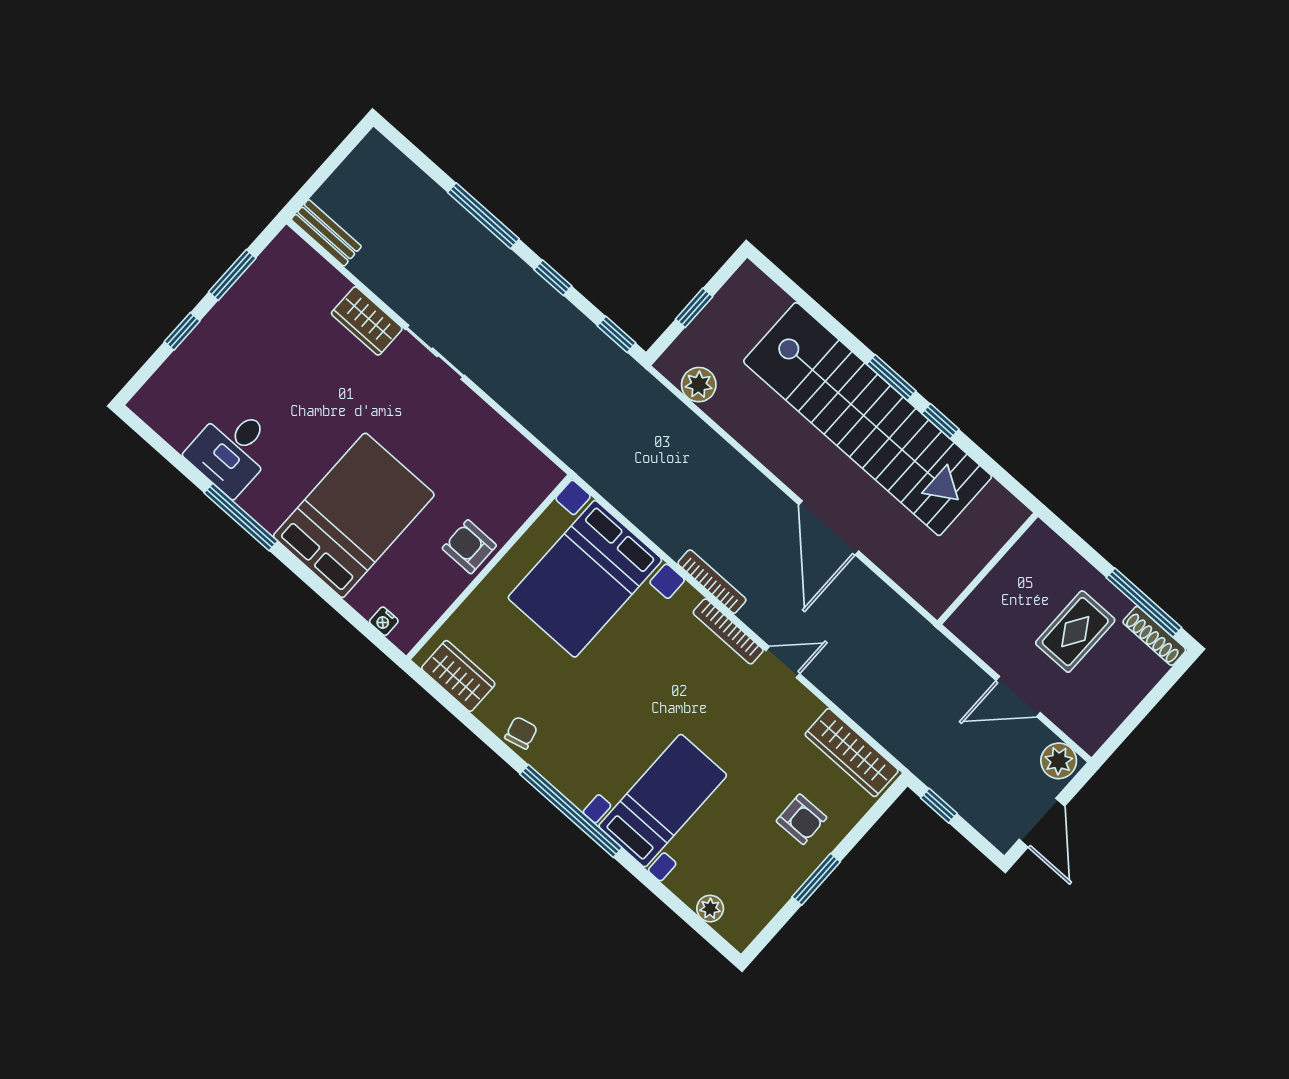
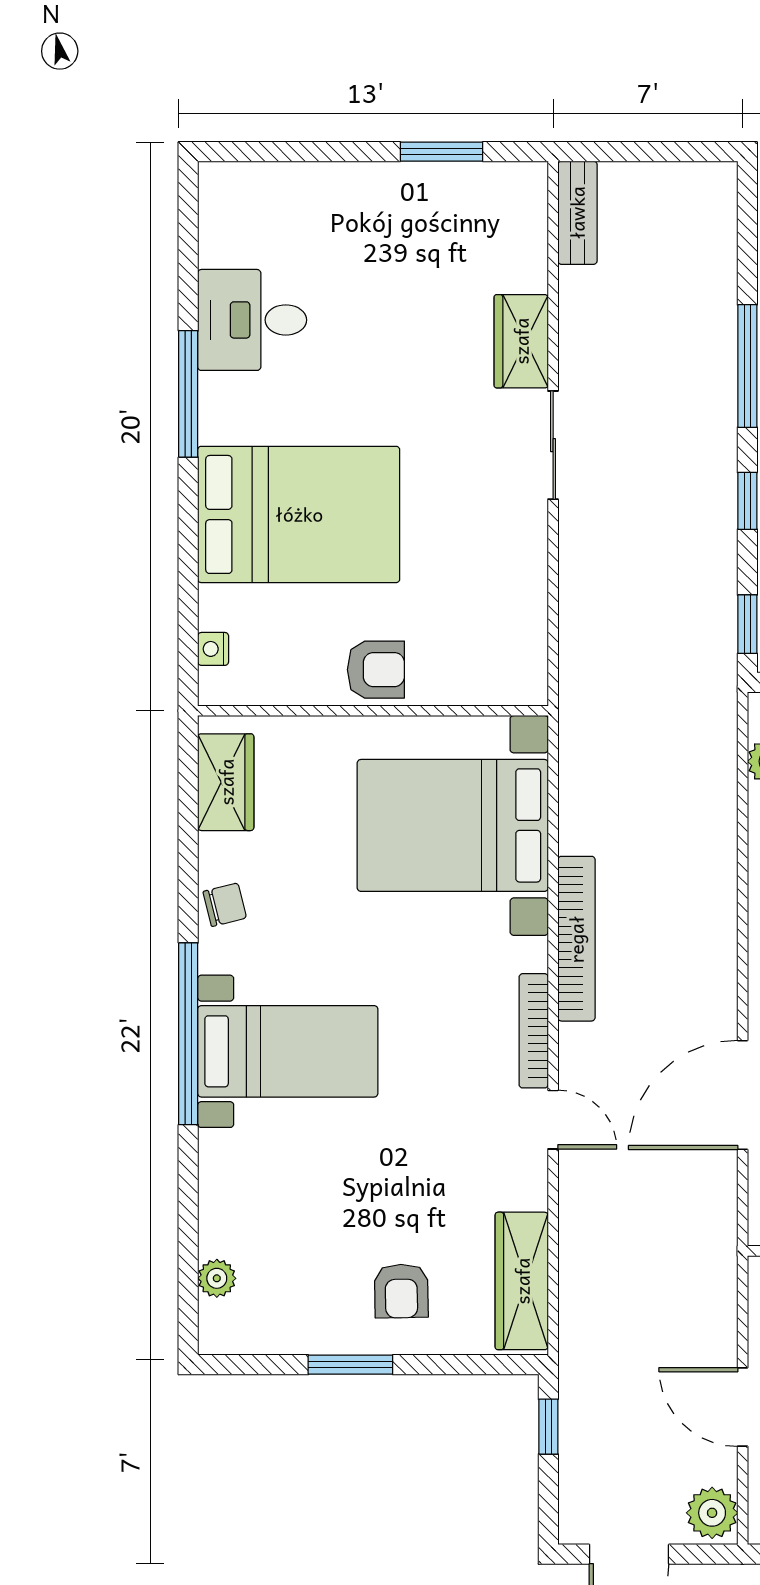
window: (182, 331) -> (332, 152), removed
door: (829, 528) -> (743, 1095), moved
armchair: (469, 547) -> (376, 670), turned 90
bookcase: (712, 582) -> (576, 939), width x1.48, depth x1.31
bed with nightstands: (663, 801) -> (288, 1051), moved

